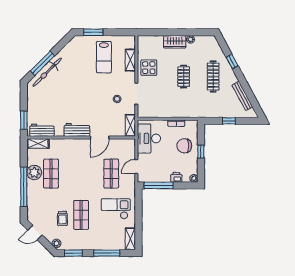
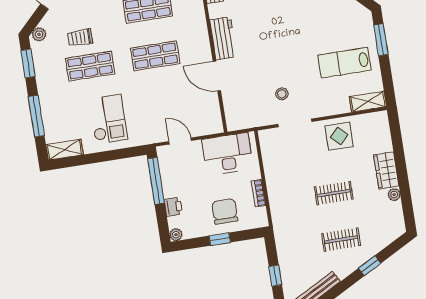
shelving: (130, 60) -> (368, 102), moved
clothes rail: (213, 77) -> (341, 240), width x0.73
shelving: (130, 125) -> (244, 121), removed
shop shelf: (111, 174) -> (155, 56), moved

